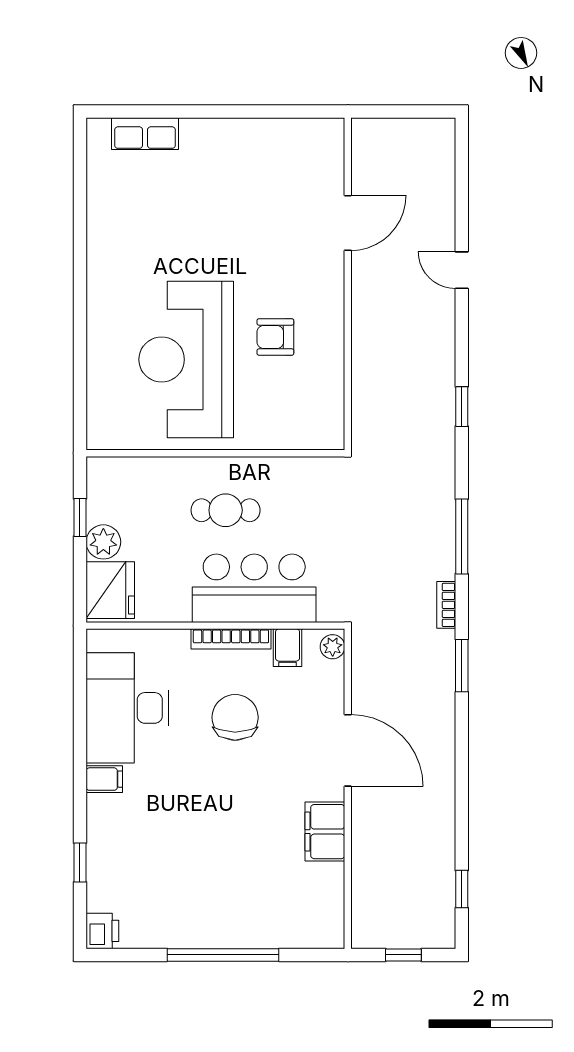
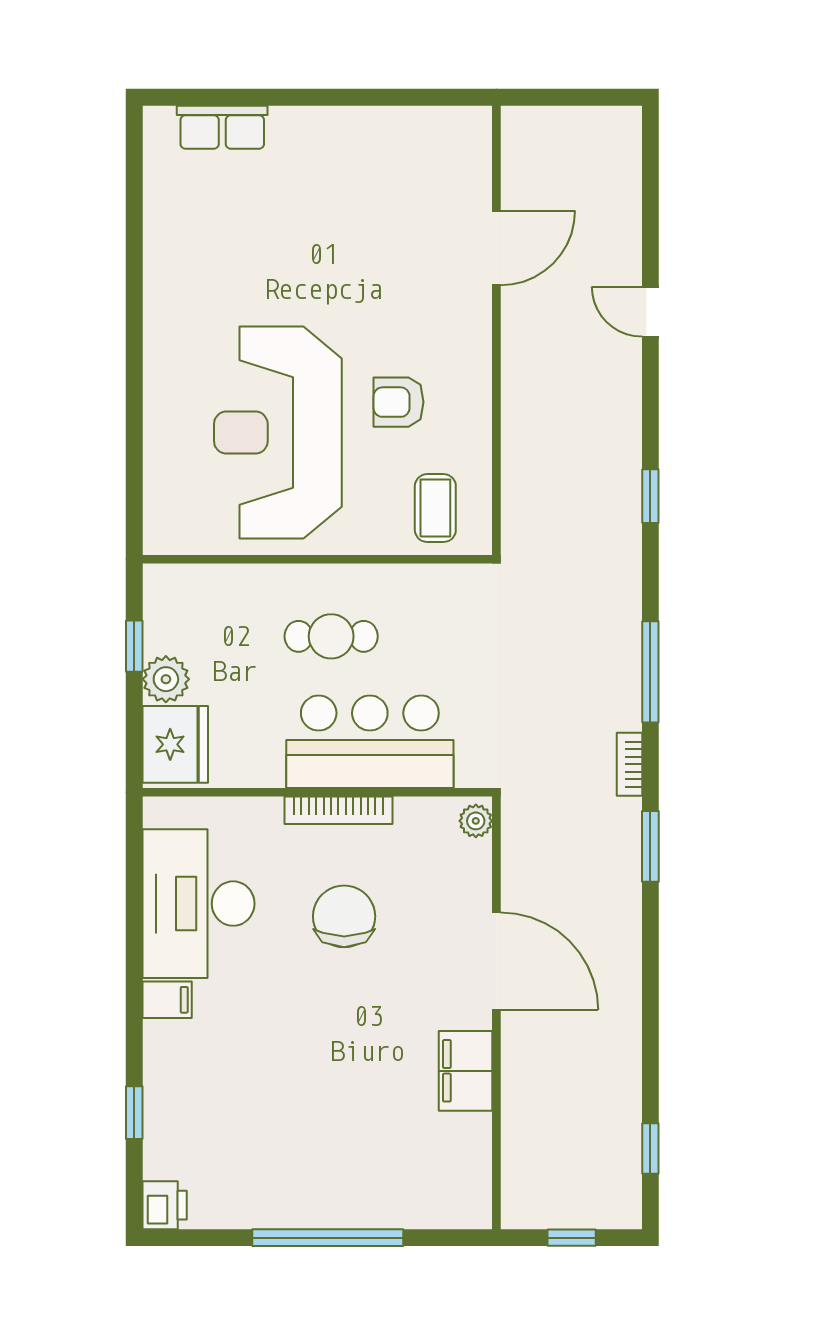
coffee table: (303, 415) -> (435, 508), added
filing cabinet: (288, 648) -> (415, 822), removed

